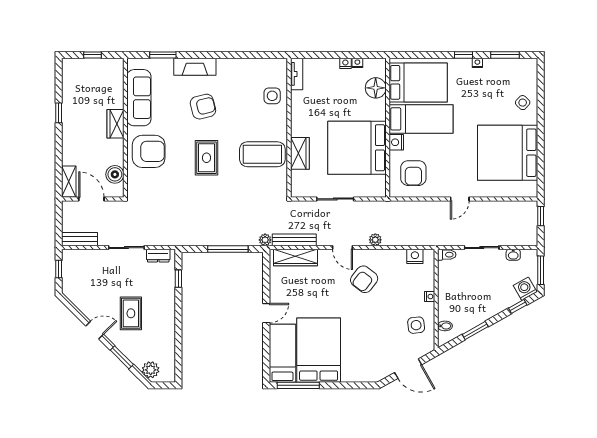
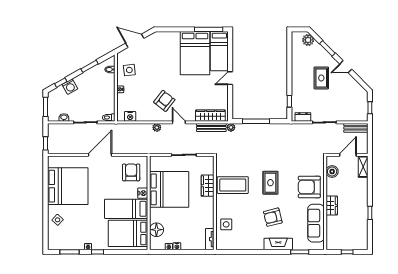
door: (91, 199) -> (348, 155), swing flipped
door: (460, 199) -> (100, 155), width x1.88
washing machine: (525, 289) -> (70, 87), moved

